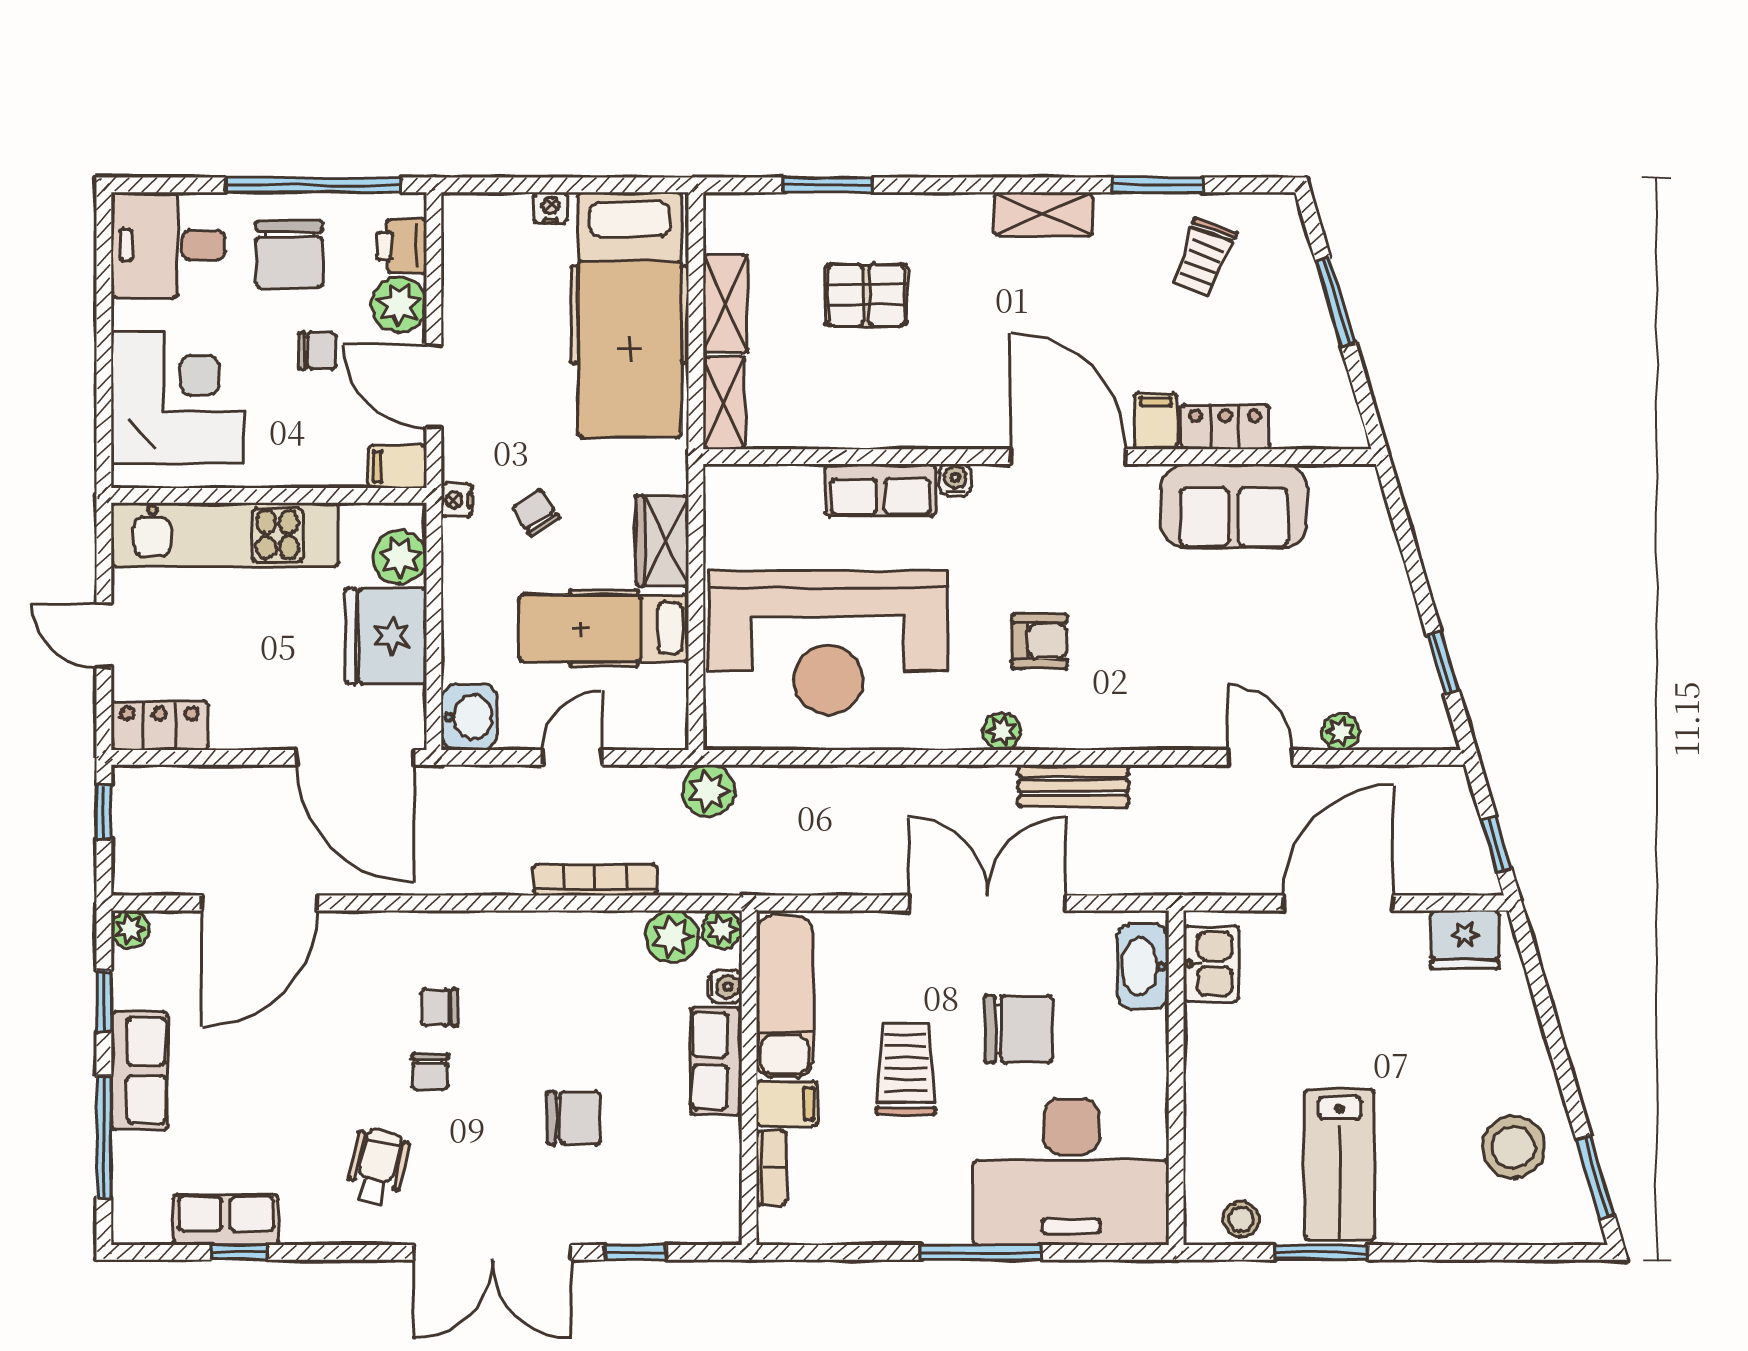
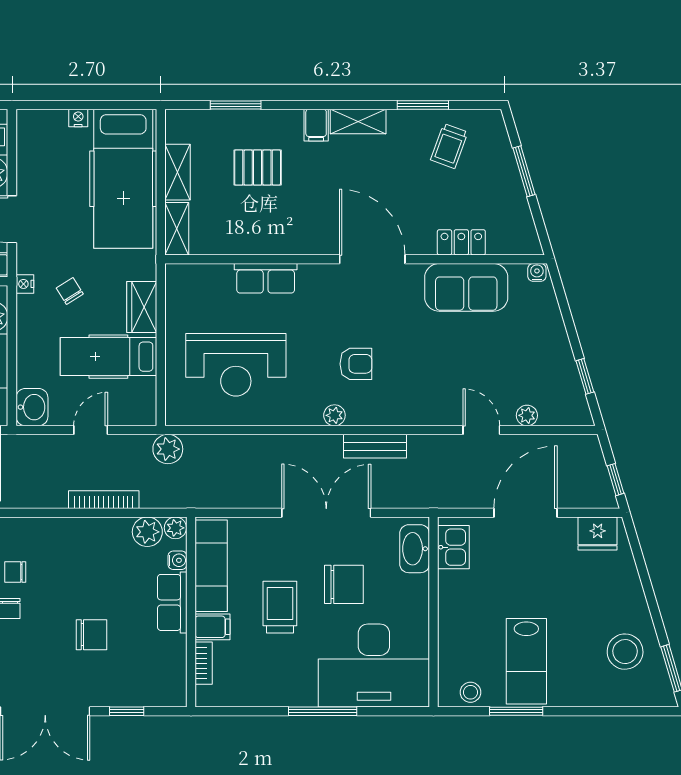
filing cabinet: (1156, 421) -> (316, 125), moved, turned 180
water cooler: (955, 480) -> (537, 272), moved
reception desk: (828, 643) -> (236, 365), width x0.74, depth x0.77

